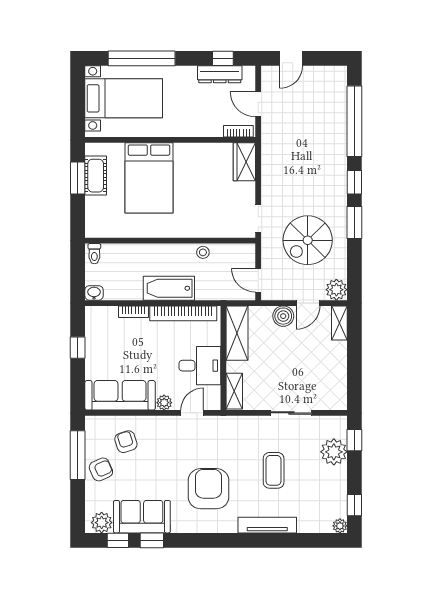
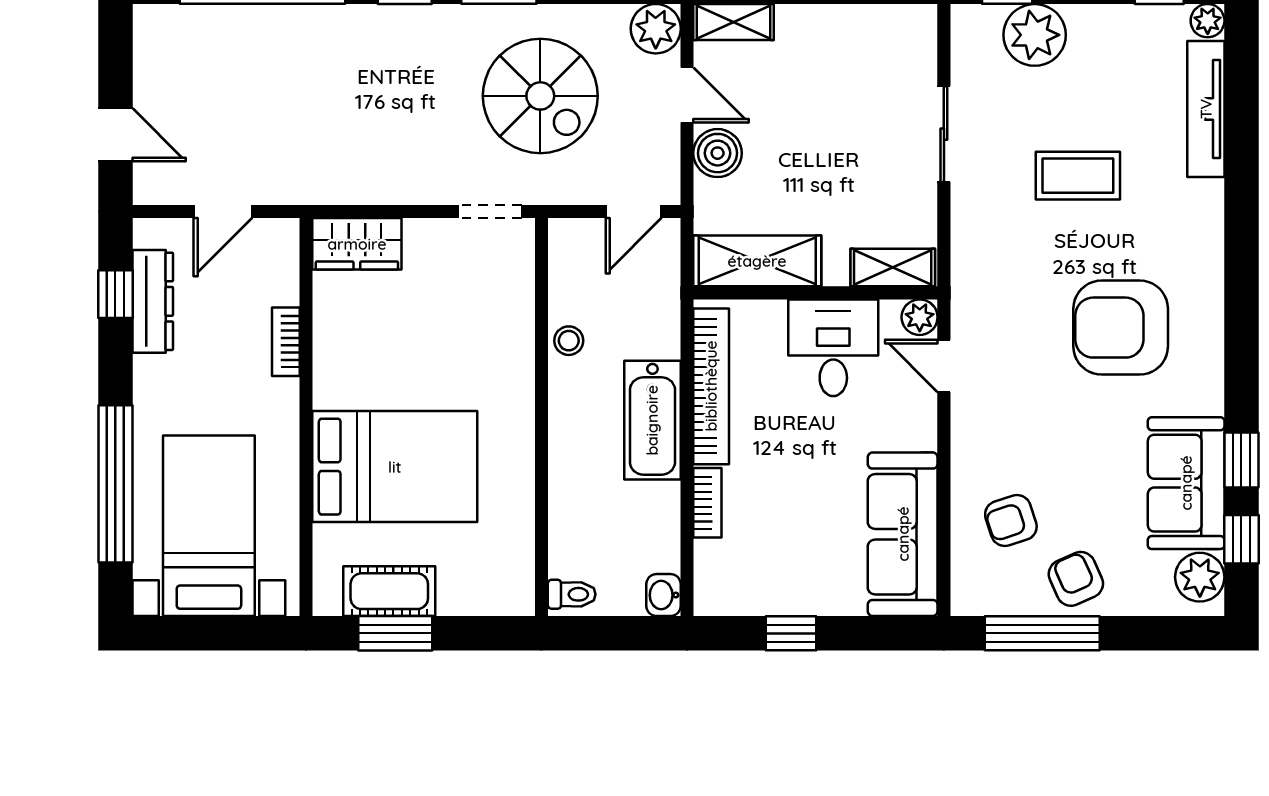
bookcase: (238, 131) -> (286, 342), moved
plant: (164, 403) -> (920, 317), moved
tv unit: (267, 525) -> (1206, 109), moved

